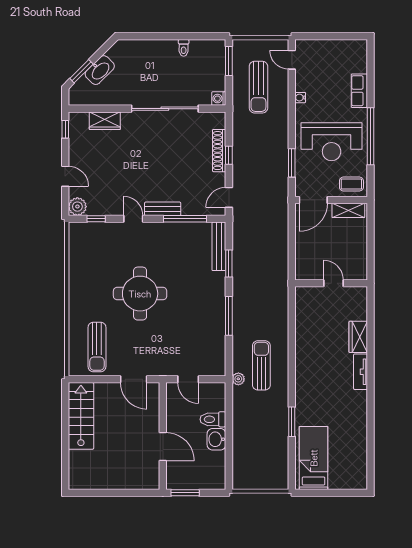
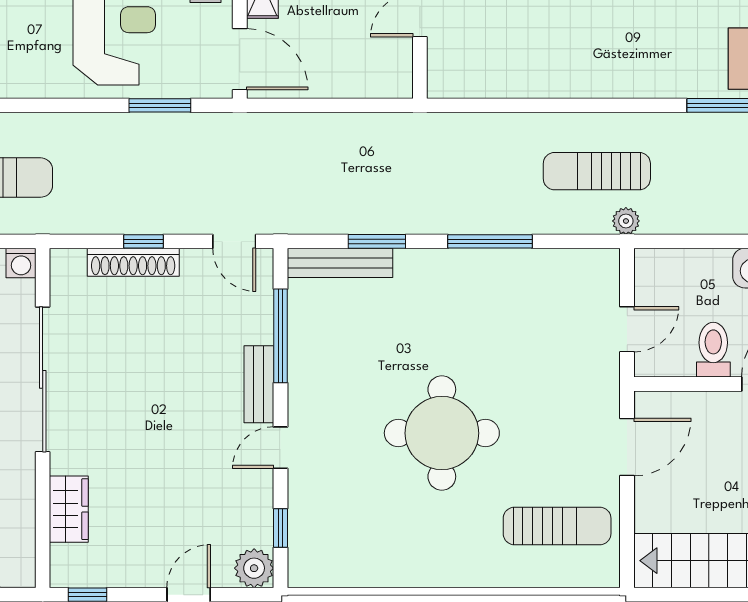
water cooler: (300, 98) -> (19, 87), removed
toilet: (213, 419) -> (713, 350), moved, turned 180

